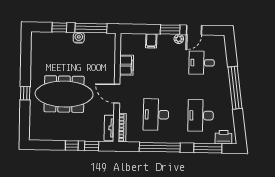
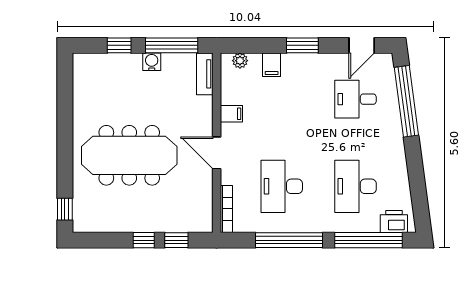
door: (194, 30) -> (362, 45), moved
plant: (179, 39) -> (240, 61), moved
filing cabinet: (126, 65) -> (231, 114), width x0.50
window: (235, 88) -> (406, 101), moved
window: (25, 93) -> (65, 209), moved
tv unit: (109, 128) -> (205, 74), moved
window: (208, 148) -> (368, 240), width x1.46

